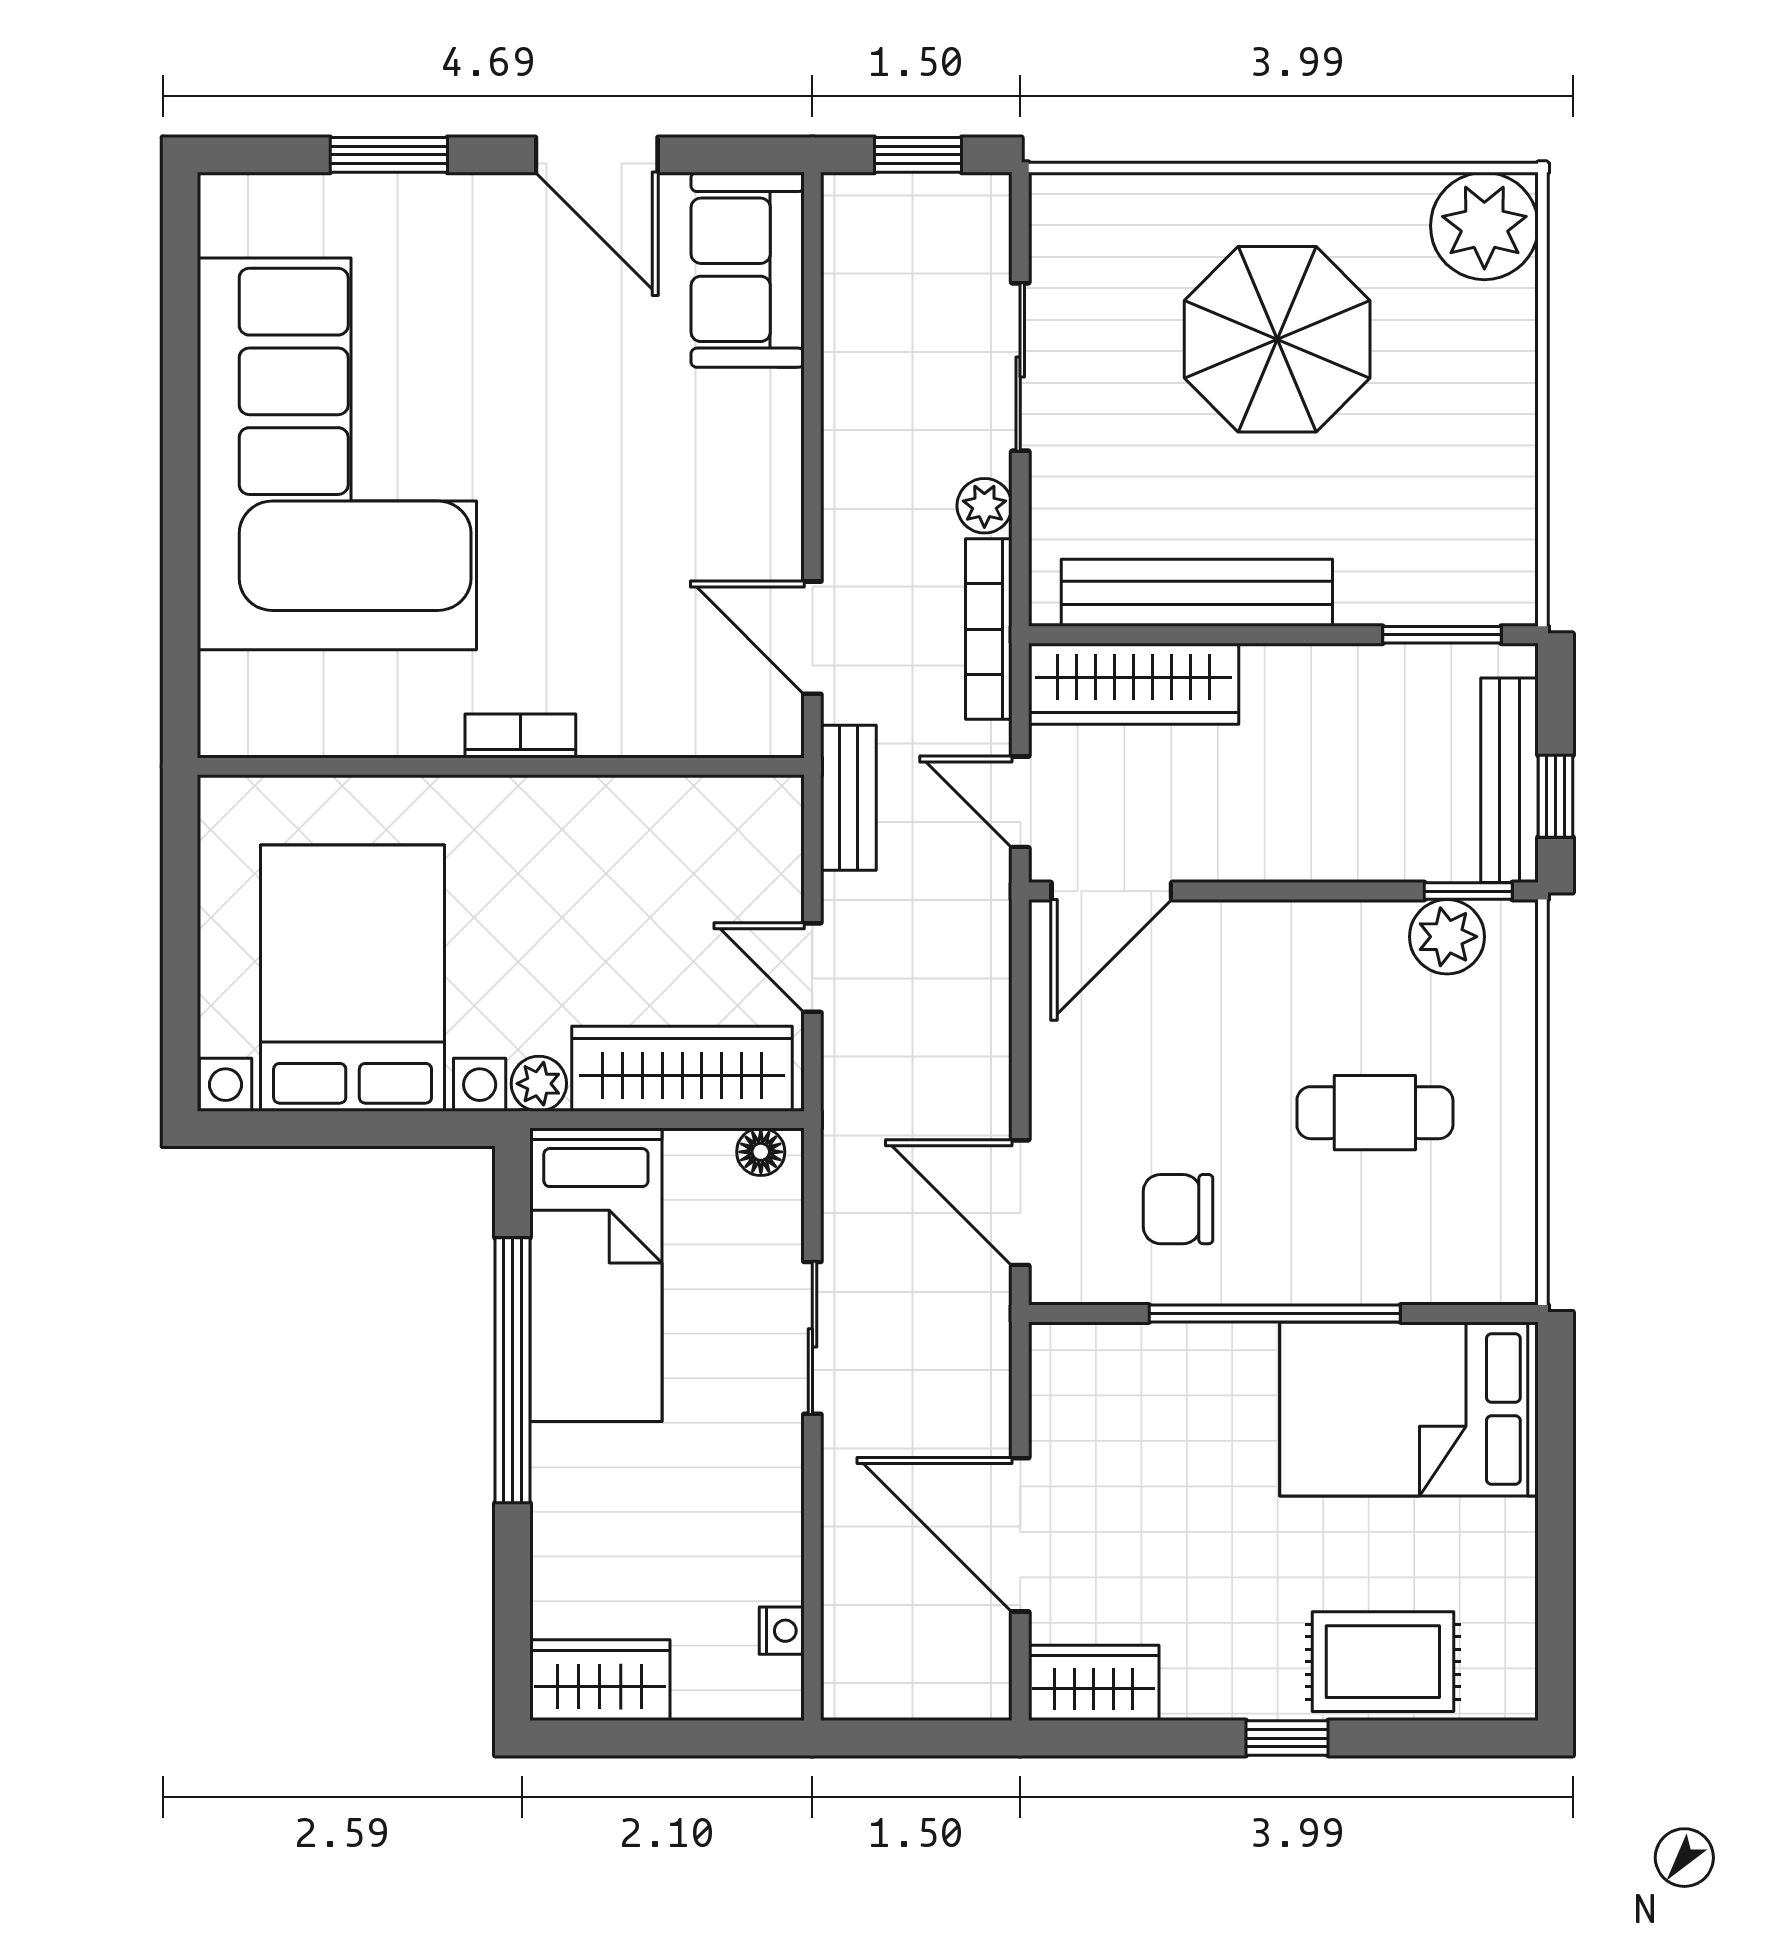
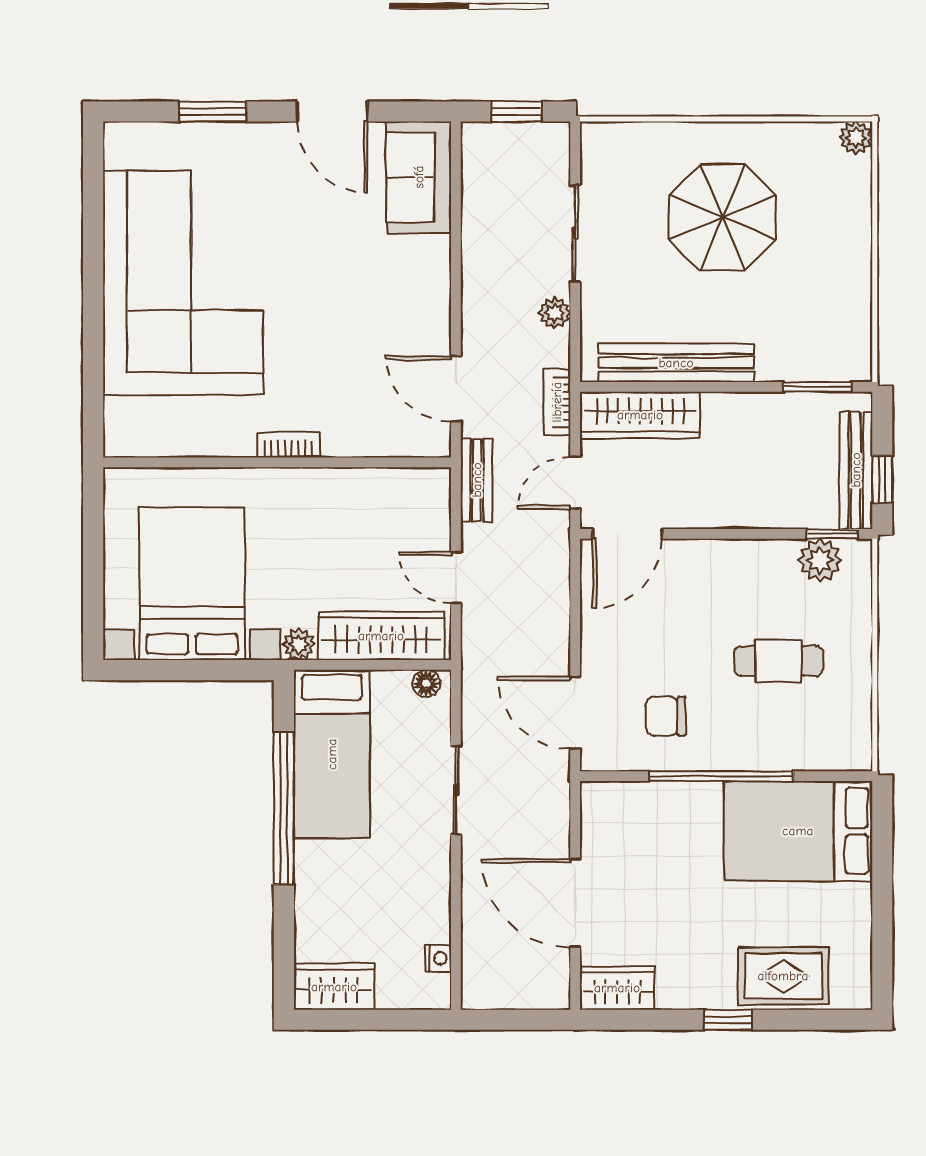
plant: (1484, 226) -> (856, 138), width x0.53, depth x0.53
bookcase: (989, 629) -> (557, 402), width x0.64
door: (1020, 802) -> (575, 483), hinge flipped

